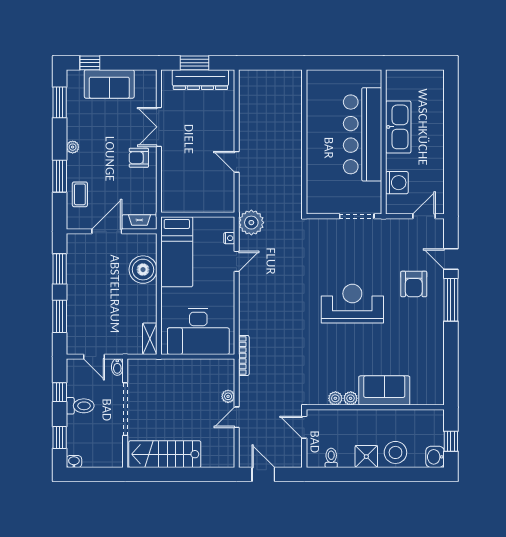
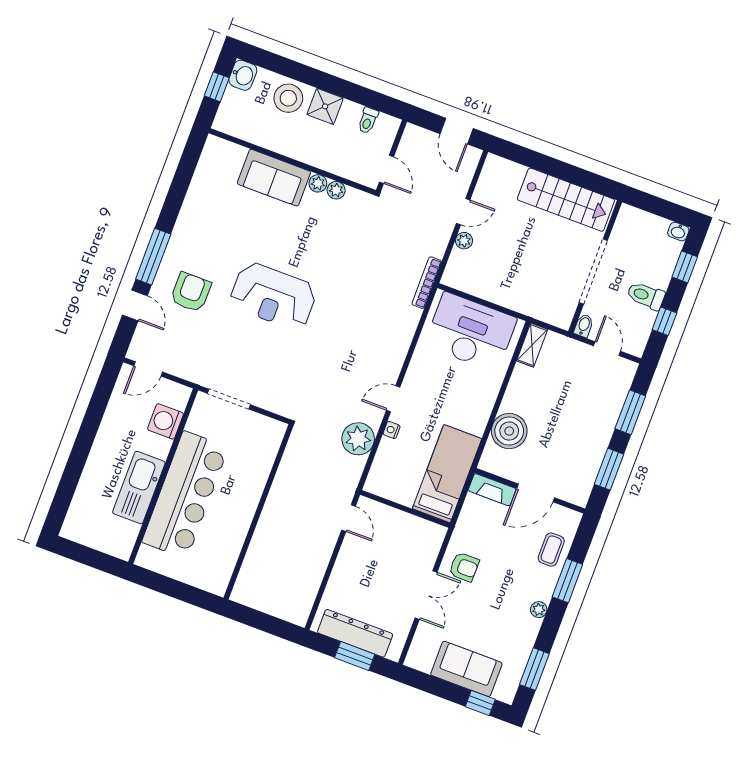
wall: (198, 215) -> (405, 509), moved
bed: (177, 252) -> (447, 474), moved

